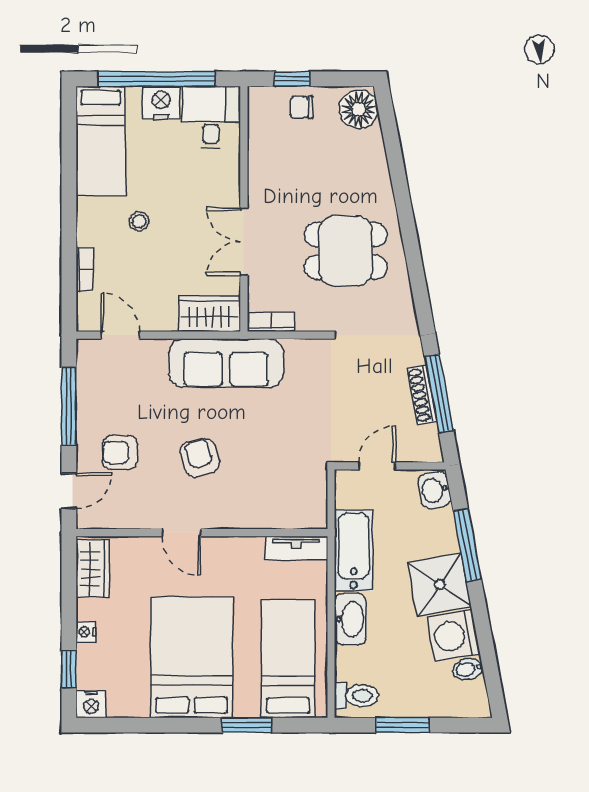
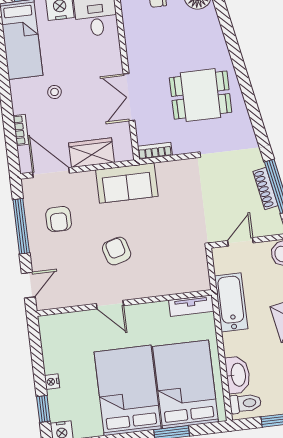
wardrobe: (210, 314) -> (92, 153), moved
door: (120, 335) -> (51, 173), width x1.38
sofa: (226, 363) -> (127, 183), width x0.73
armchair: (120, 452) -> (59, 219), moved, turned -90
wardrobe: (93, 569) -> (52, 337), removed
washbasin: (350, 619) -> (238, 375), moved
bed: (288, 659) -> (186, 384), width x1.50

